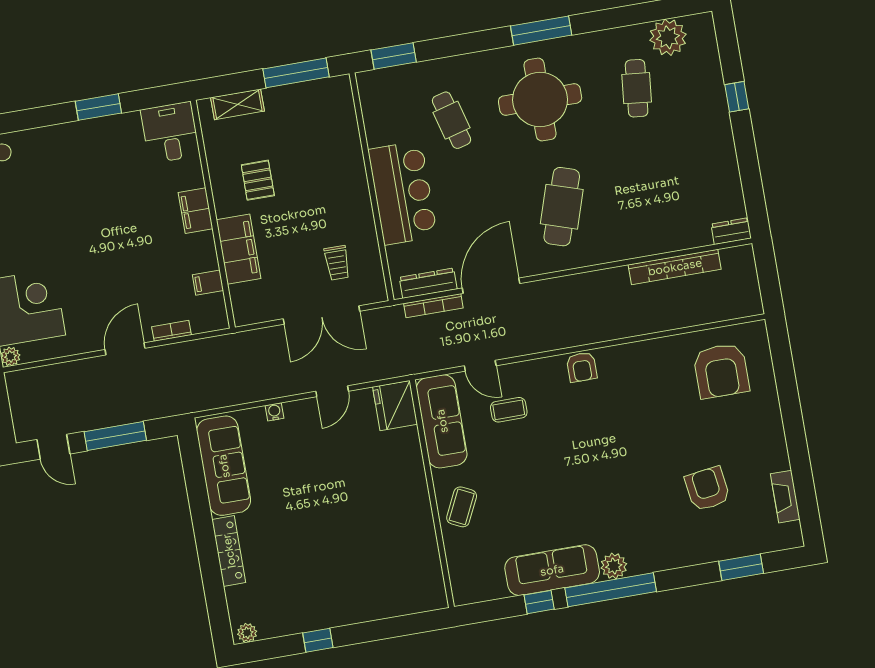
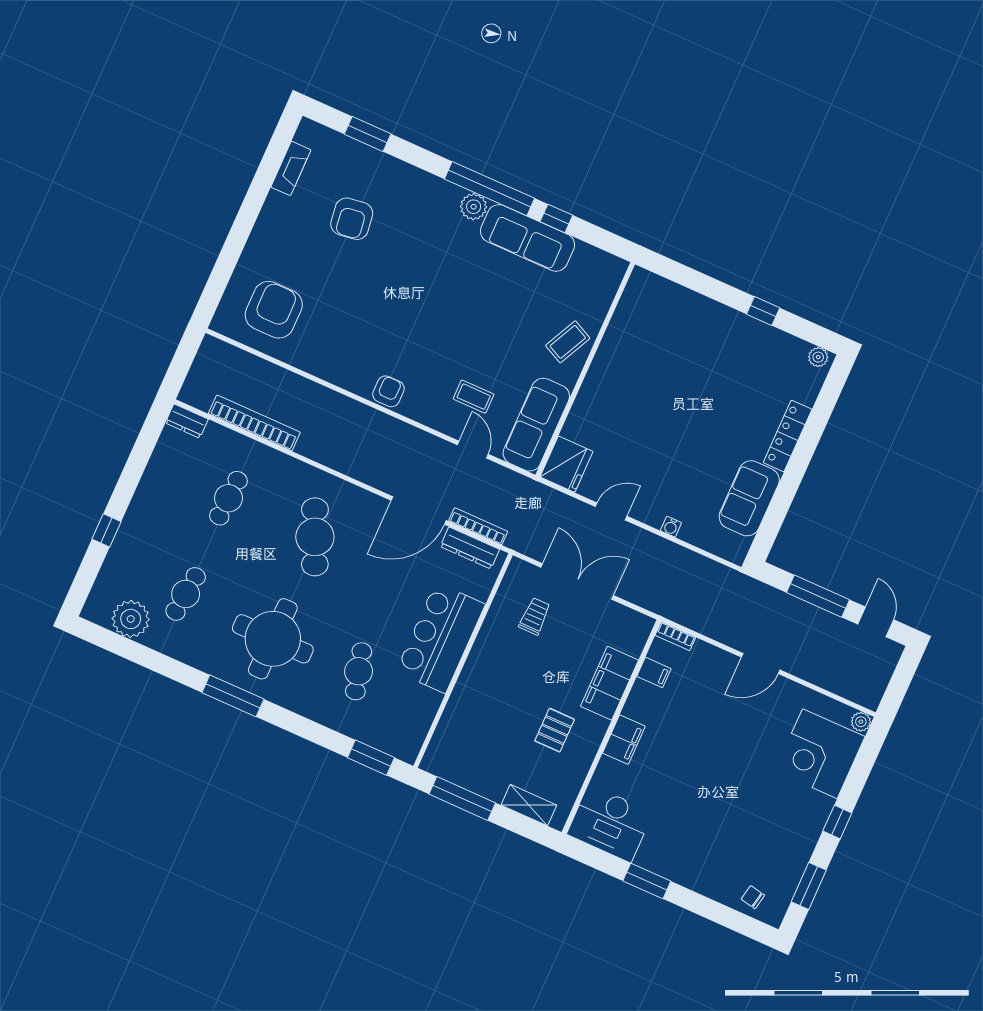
desk: (170, 132) -> (610, 823), width x1.37
cafe table: (654, 191) -> (228, 498), added
cafe table: (562, 207) -> (315, 537), turned -42
bookcase: (171, 331) -> (675, 636), moved
sofa: (224, 466) -> (749, 498), width x0.73

